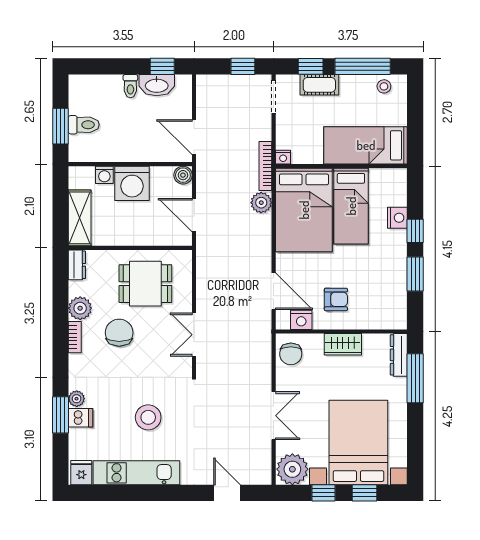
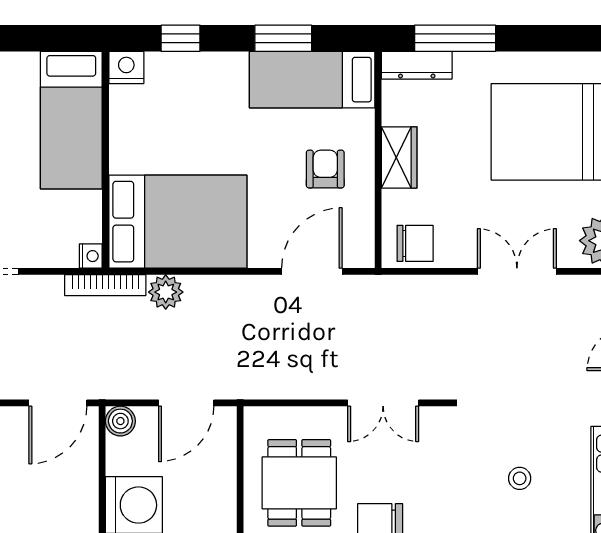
bed: (351, 206) -> (312, 80), moved, turned 180
nightstand: (397, 218) -> (126, 67), moved
window: (415, 231) -> (181, 38), moved
nightstand: (301, 320) -> (359, 226), removed
stool: (148, 417) -> (520, 478), width x0.53, depth x0.53

